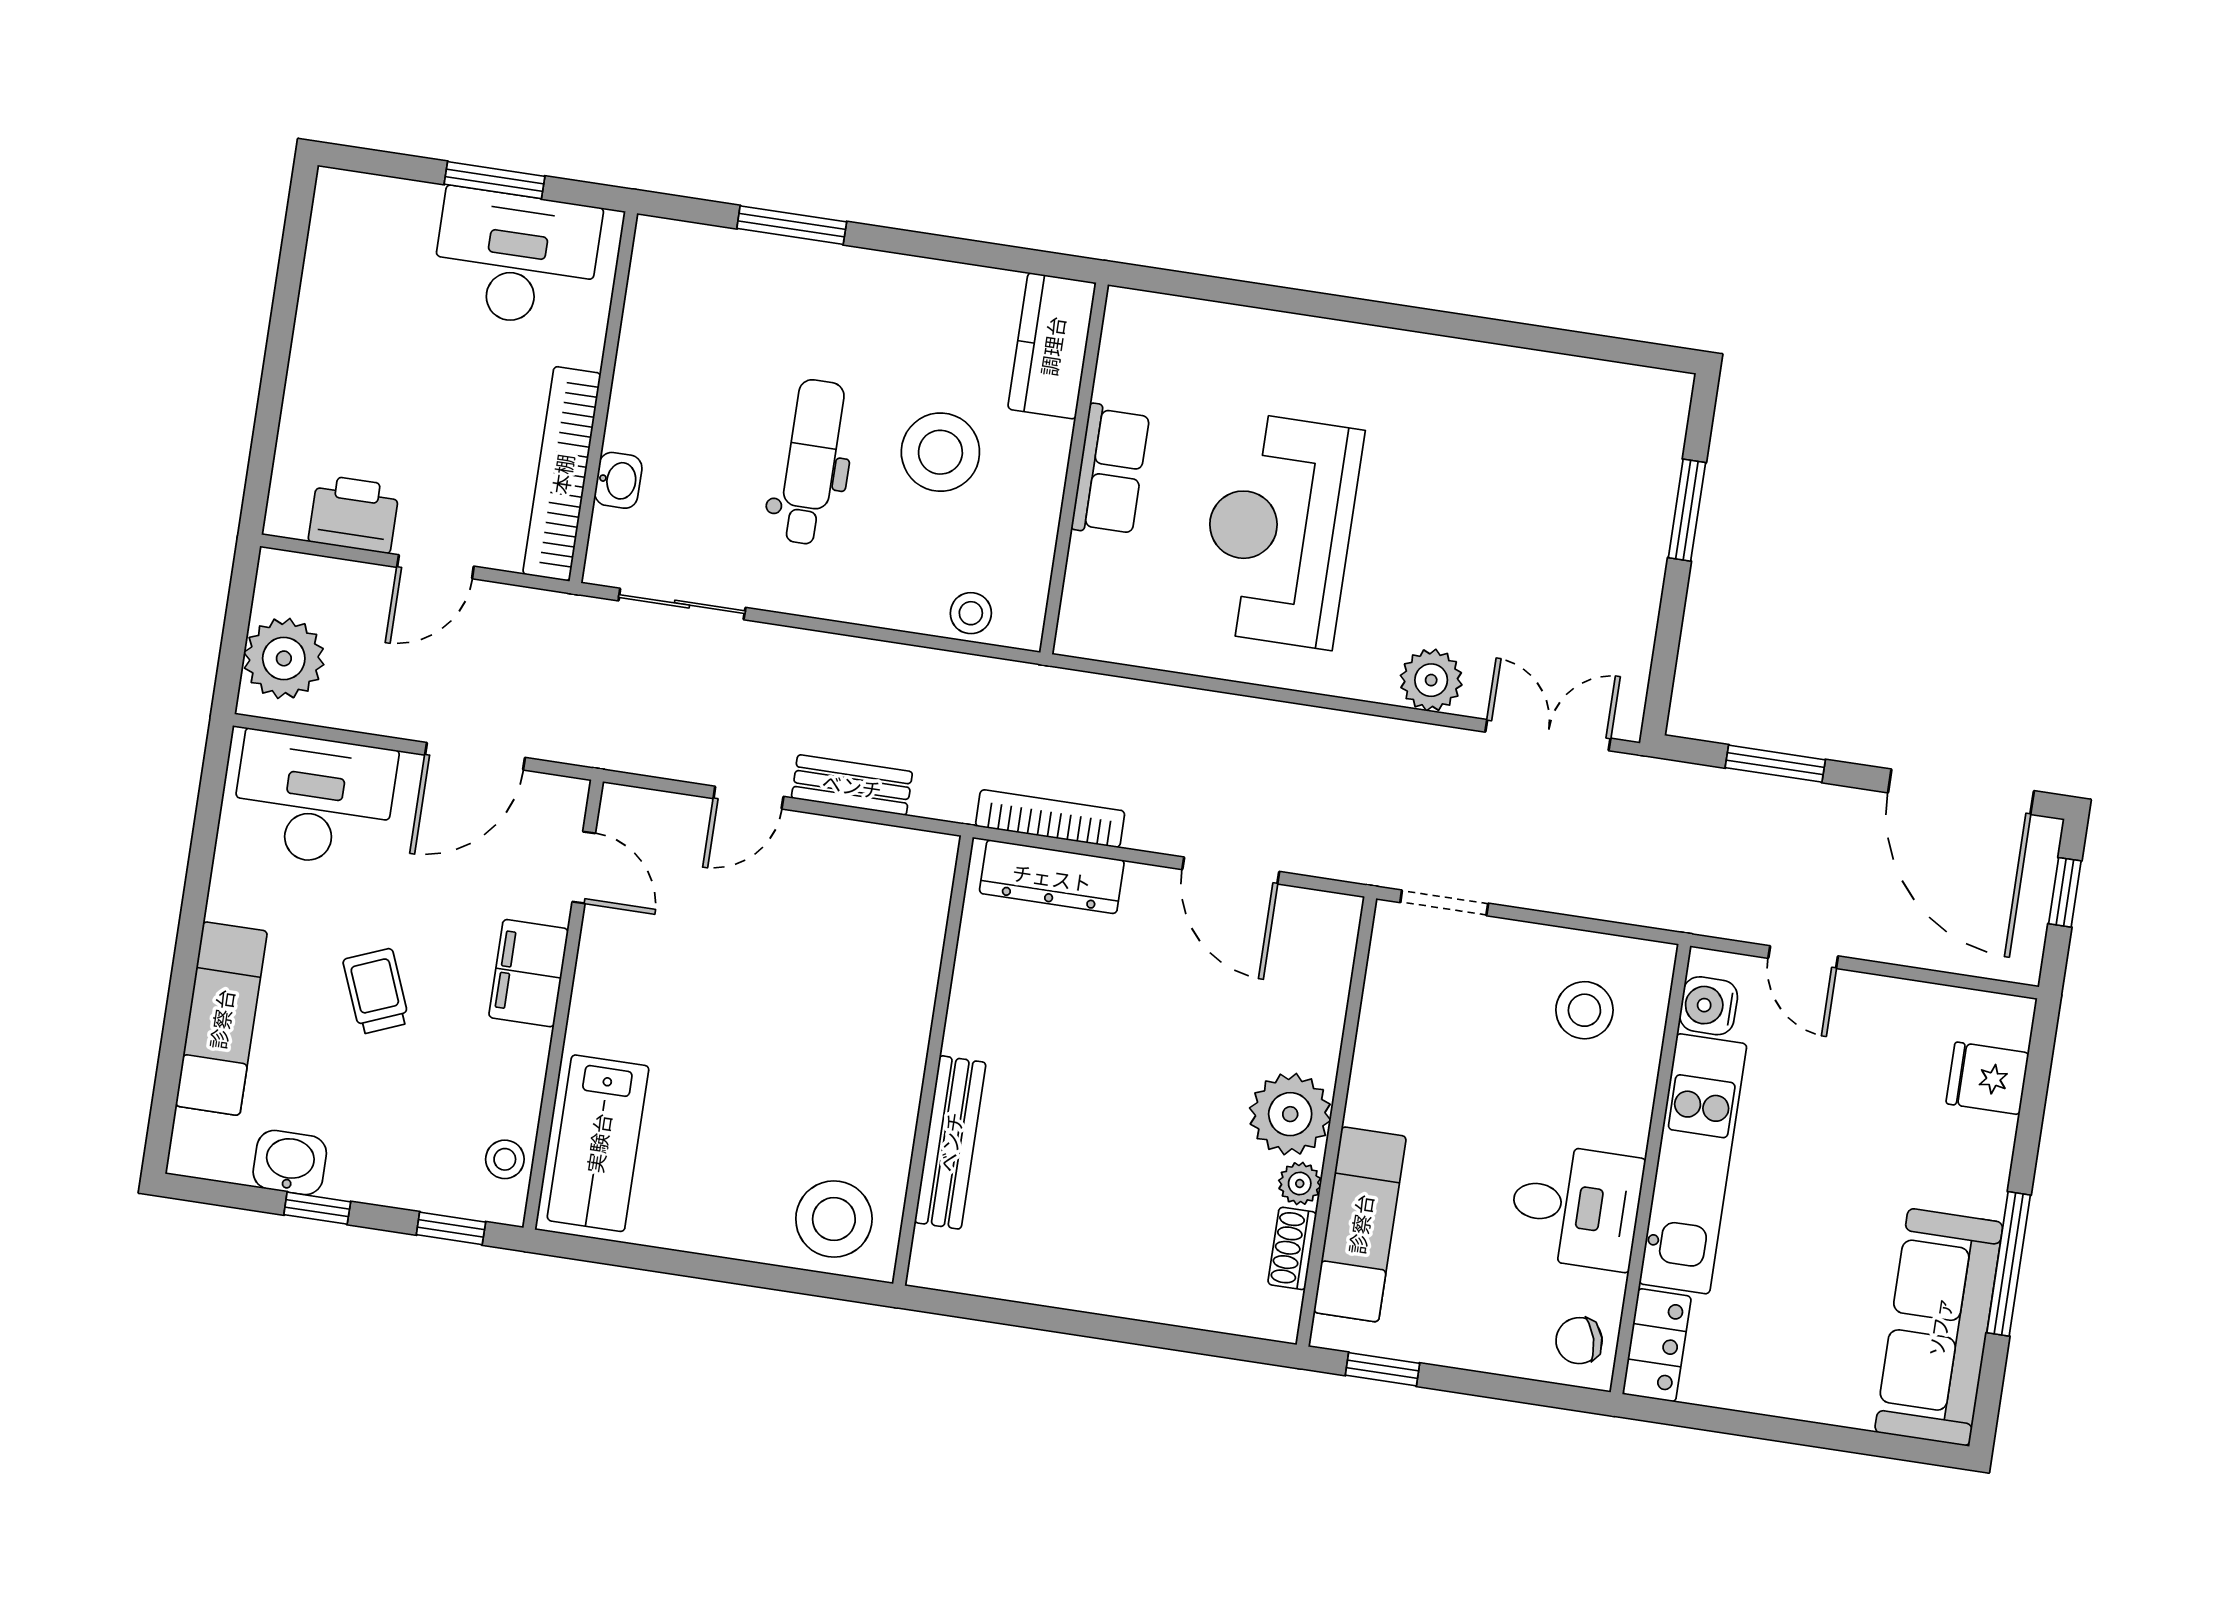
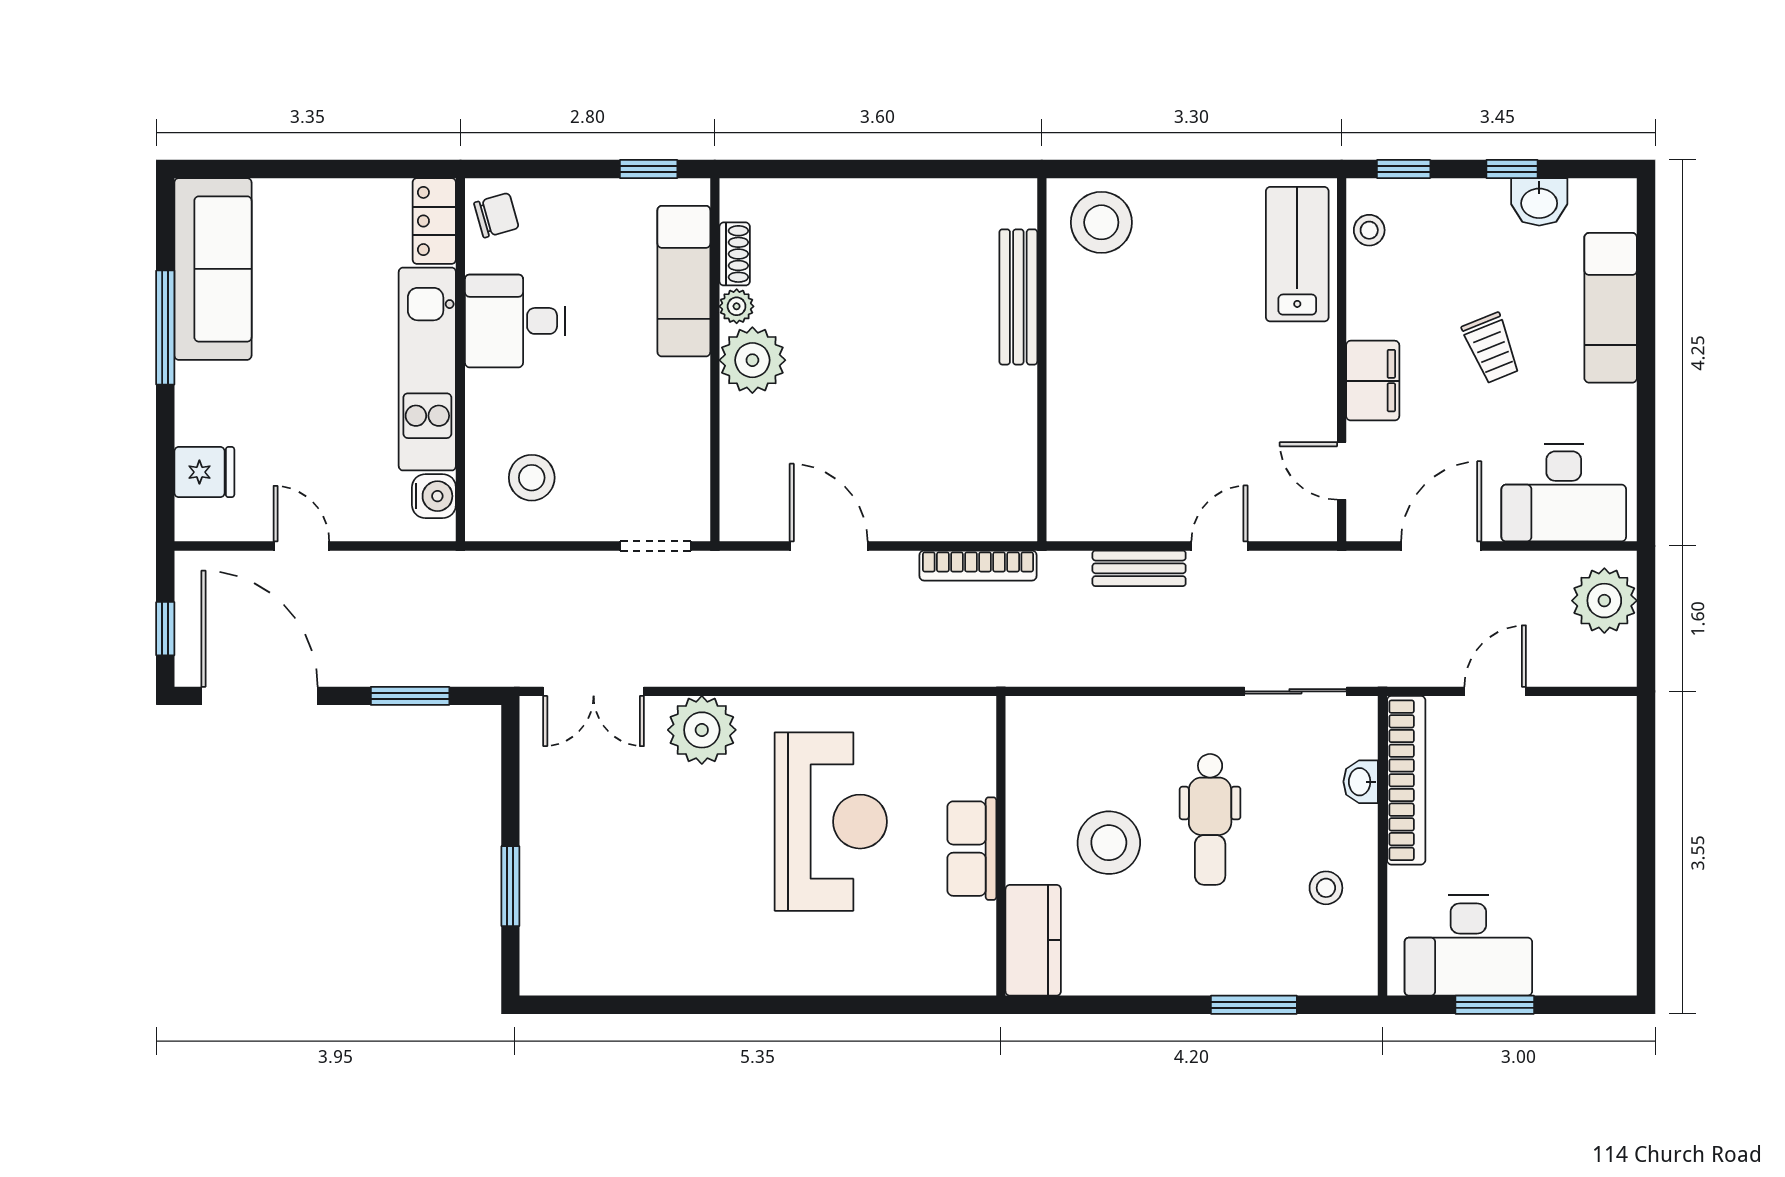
printer: (354, 514) -> (1566, 723), removed
stool: (971, 613) -> (1326, 888), moved
plant: (1431, 680) -> (702, 730), width x1.36, depth x1.36
dresser: (1052, 877) -> (970, 520), removed
door: (1803, 957) -> (301, 546), moved

